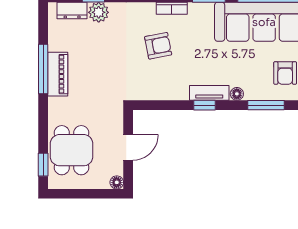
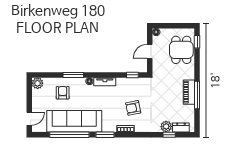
window: (205, 105) -> (132, 75), moved

